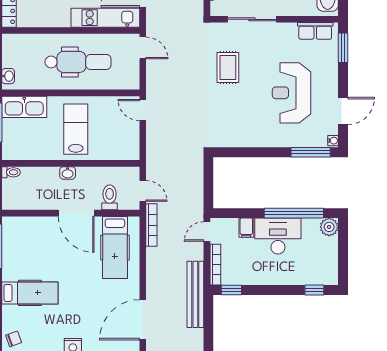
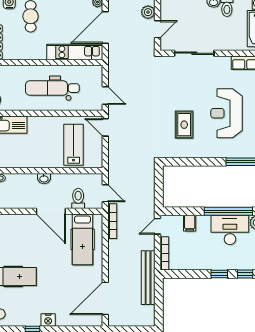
door: (143, 48) -> (105, 96), moved
dental chair: (78, 62) -> (52, 88), turned 180
rug: (228, 67) -> (184, 125), moved
lab bench: (76, 129) -> (74, 145), moved
desk: (278, 236) -> (230, 230), moved
window: (231, 290) -> (219, 274), moved

